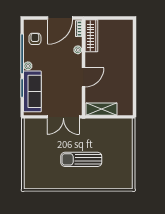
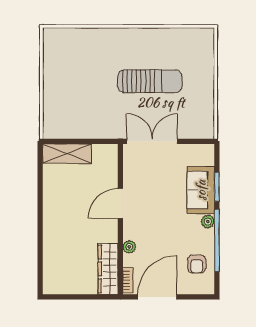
sofa: (32, 91) -> (201, 190), width x0.73
shelving: (102, 109) -> (67, 154), moved
sun lounger: (81, 159) -> (150, 81), moved

